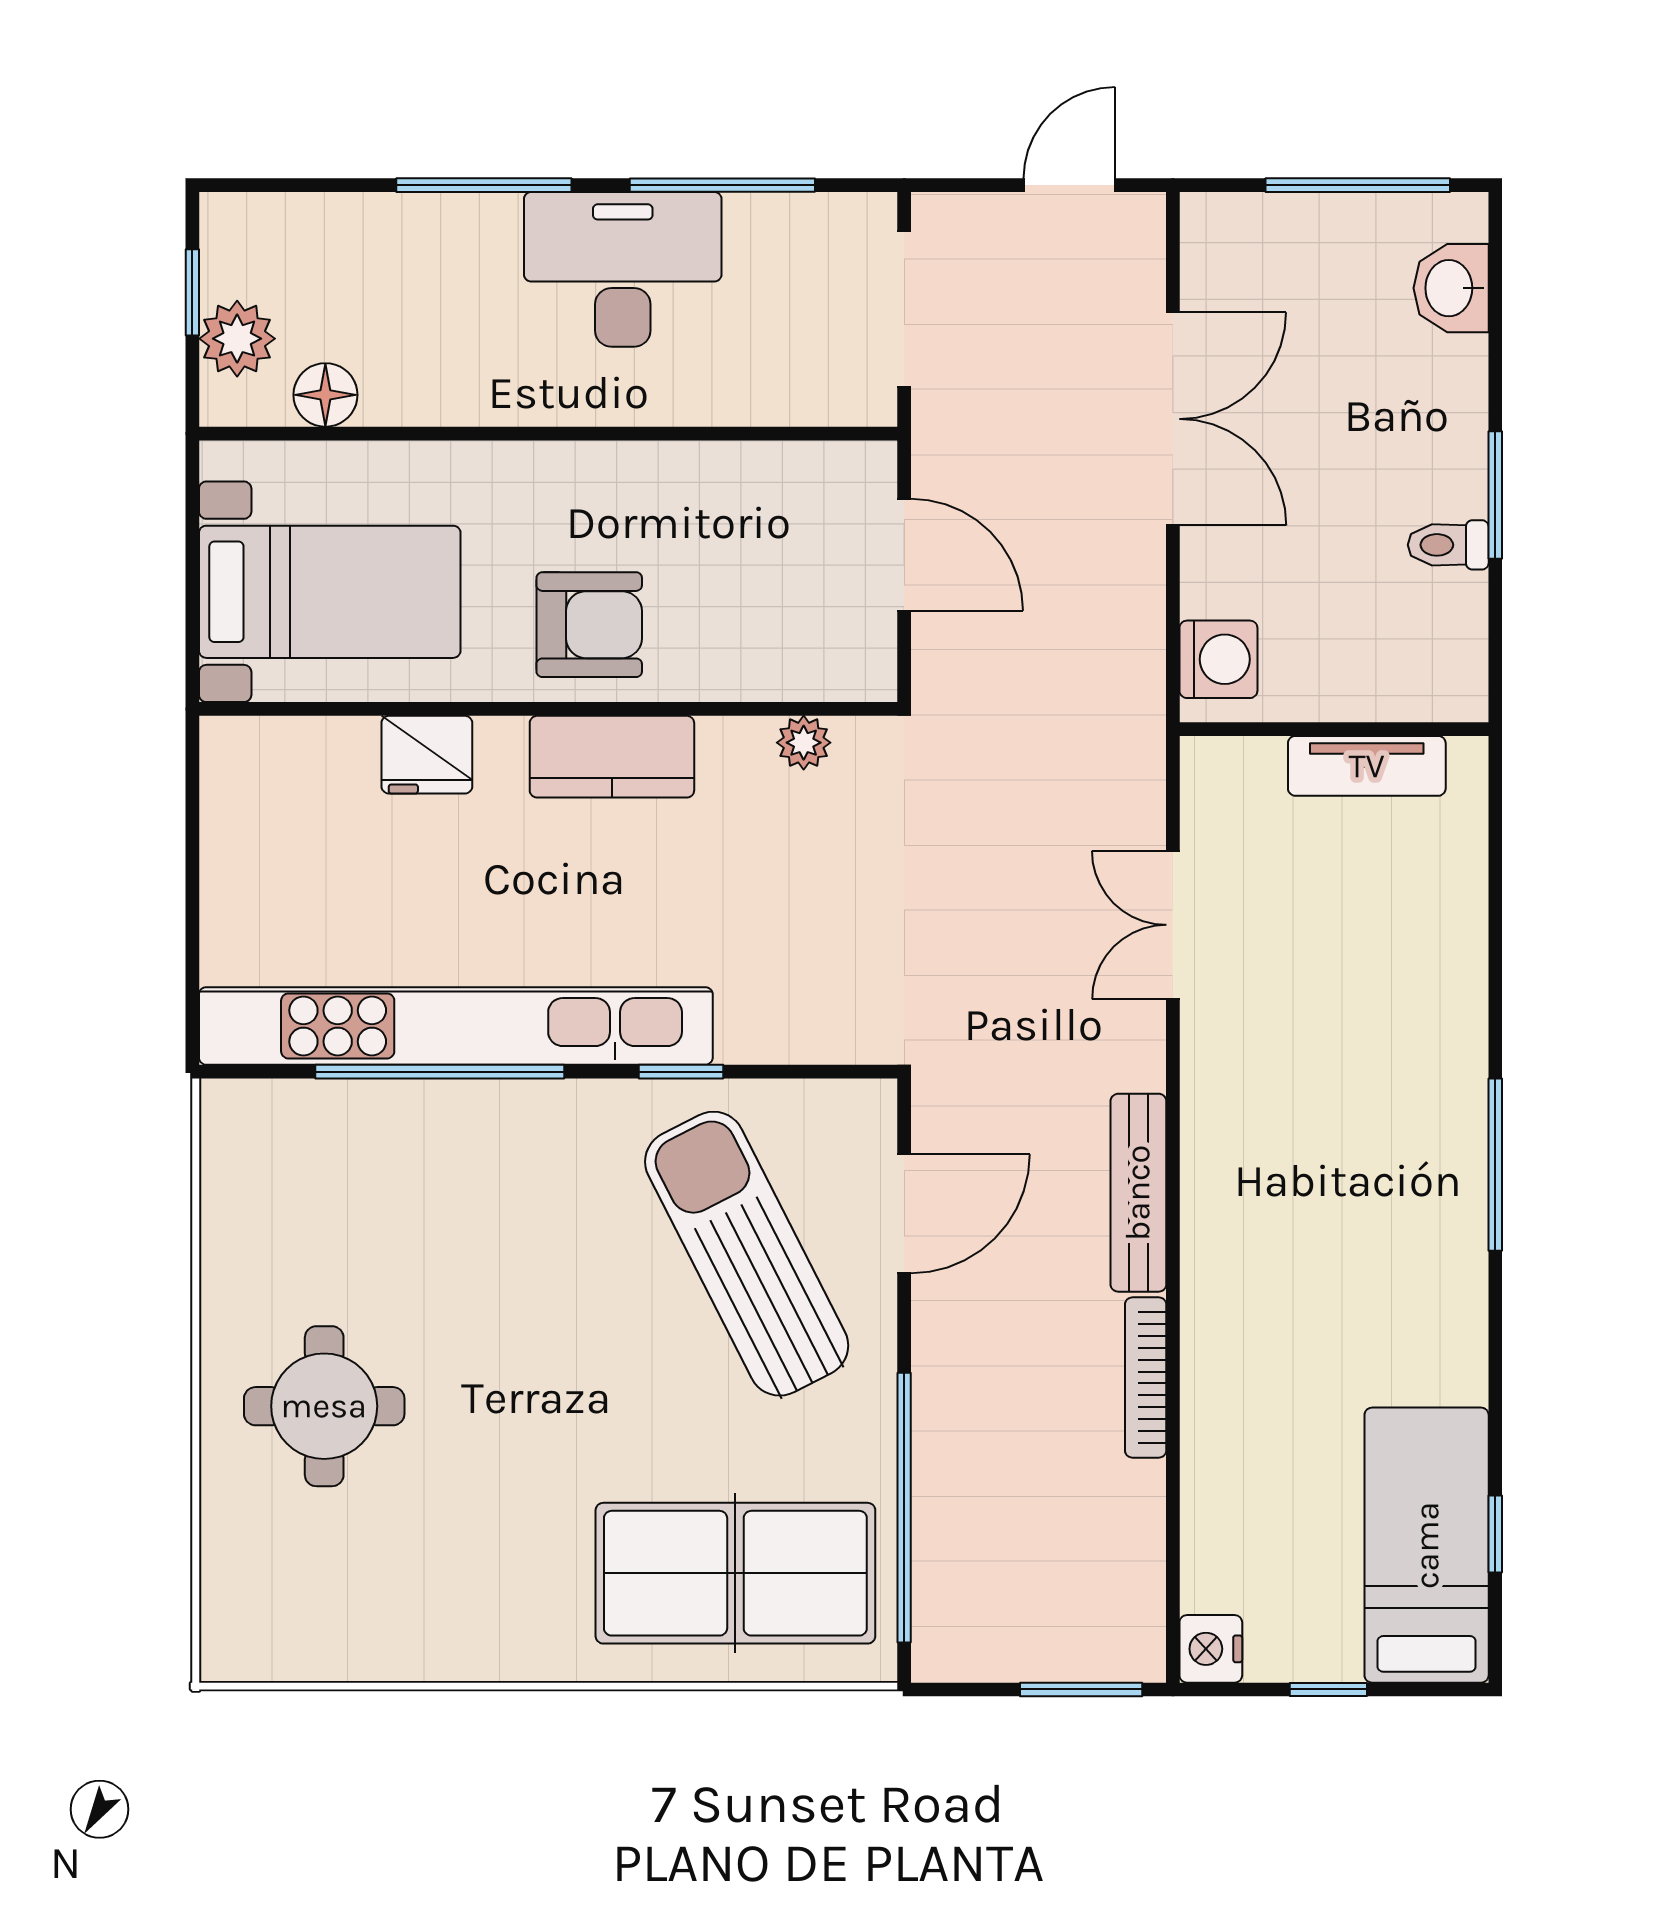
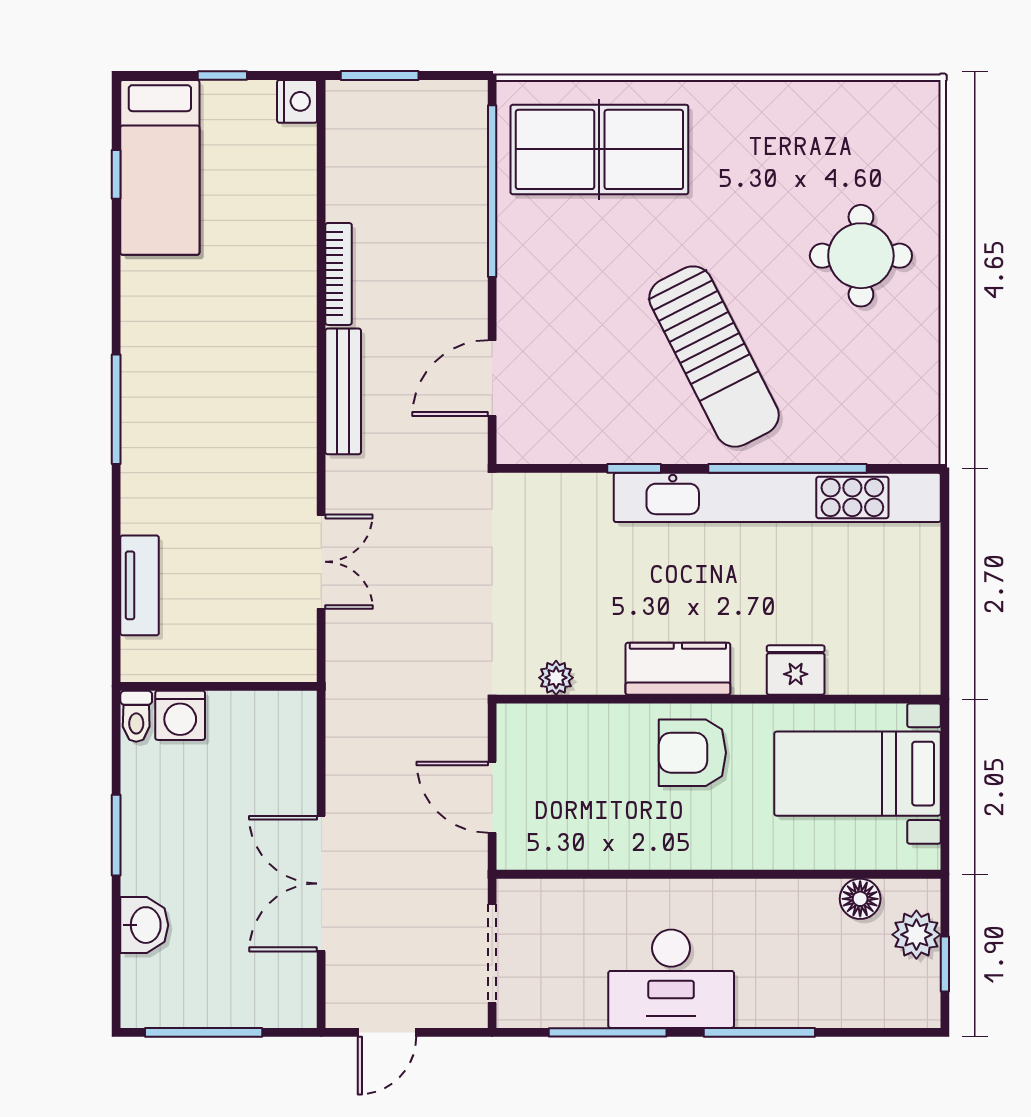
washbasin: (1451, 288) -> (144, 925), moved
toilet: (1448, 545) -> (136, 716), moved, turned 90
washing machine: (1218, 659) -> (180, 715), moved, turned -90
tv unit: (1367, 766) -> (140, 585), moved, turned 90
sun lounger: (747, 1254) -> (714, 357), moved

